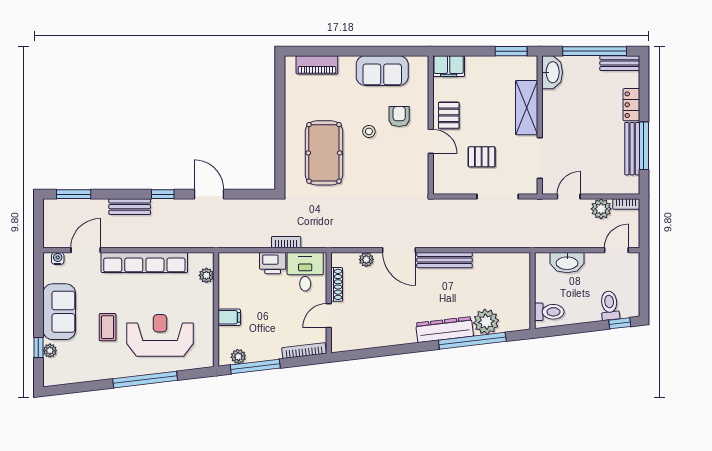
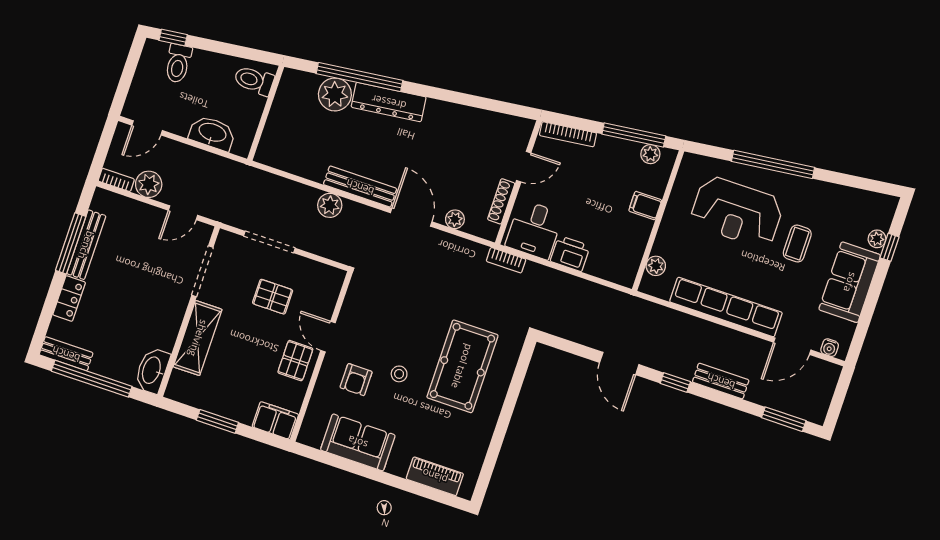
window: (511, 51) -> (217, 421), moved
plant: (462, 239) -> (330, 205), added
bookcase: (286, 242) -> (506, 260), moved

